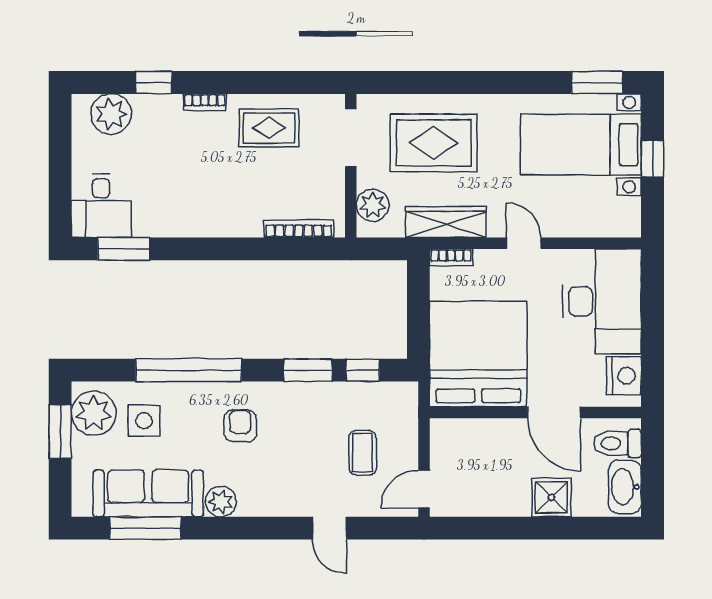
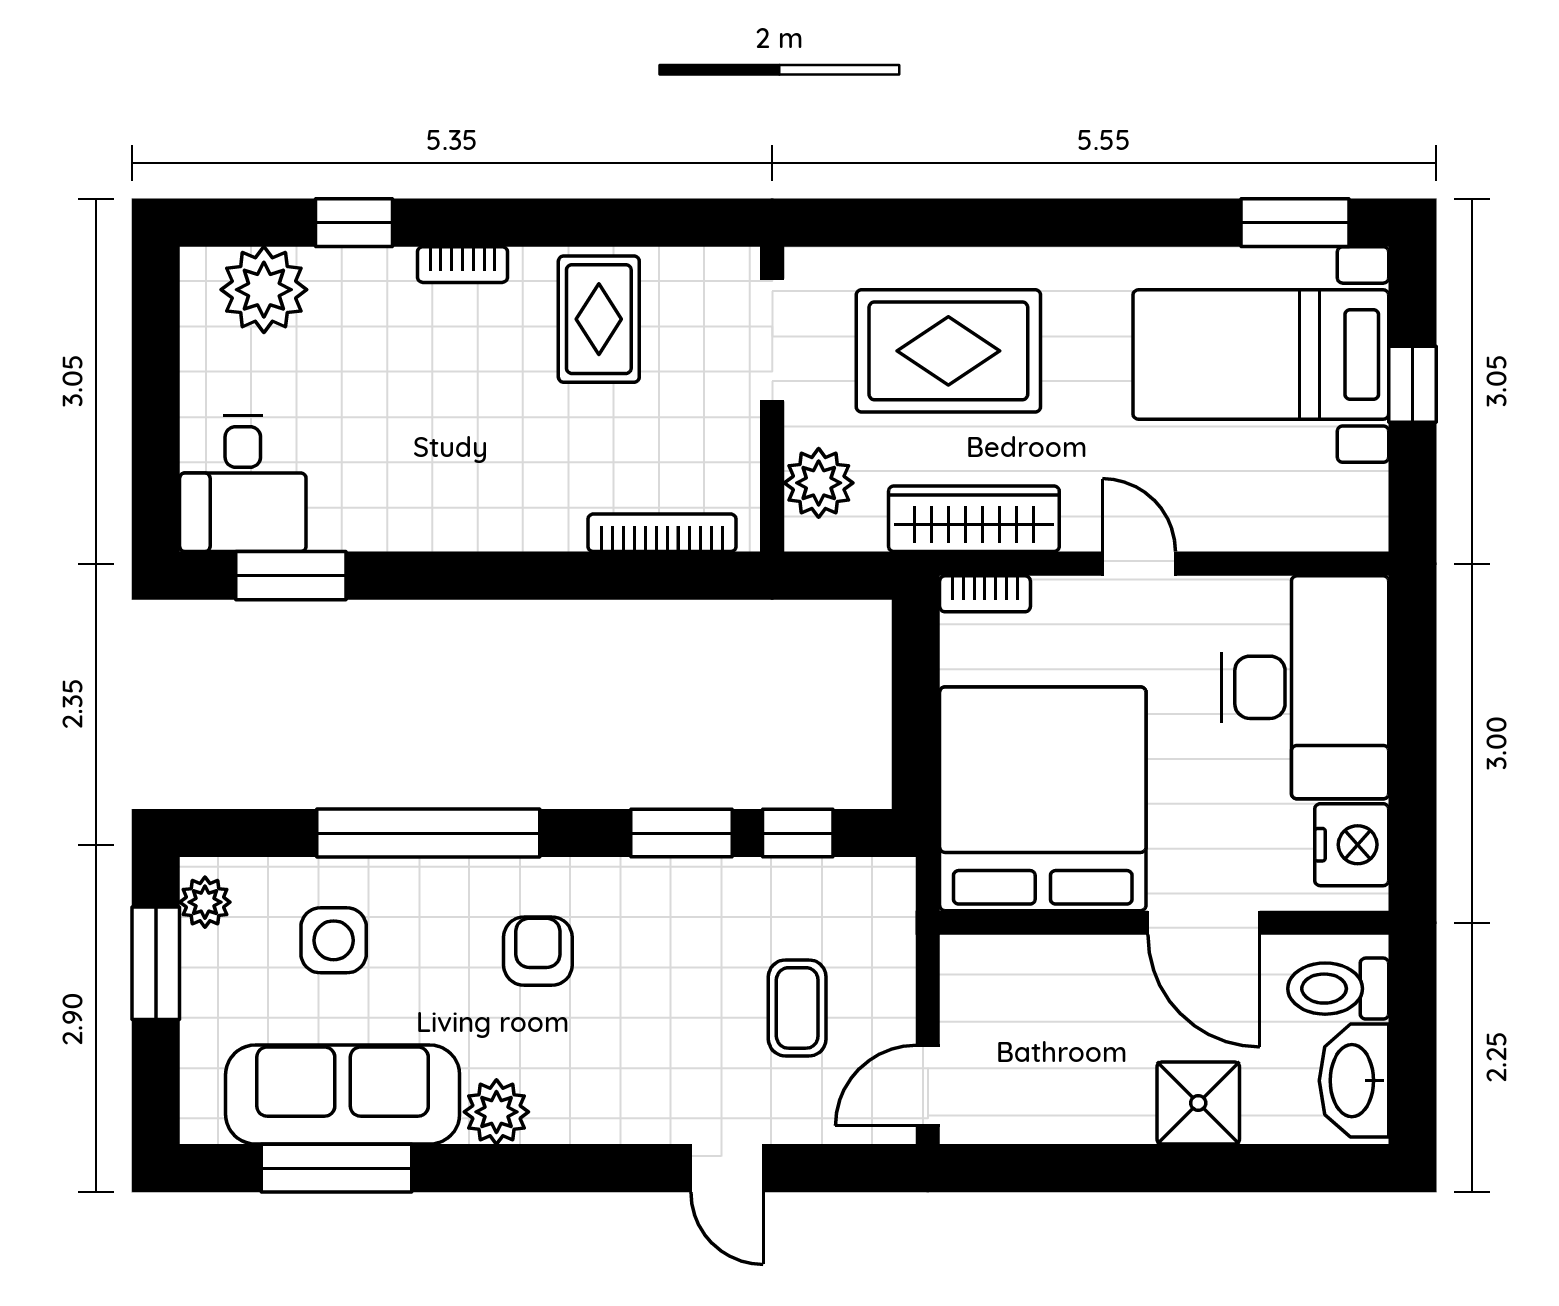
rug: (269, 128) -> (599, 319), turned 90
plant: (94, 413) -> (205, 902), width x0.53, depth x0.53

